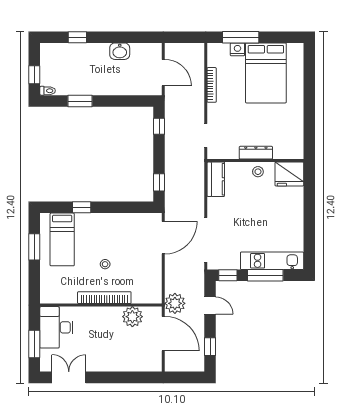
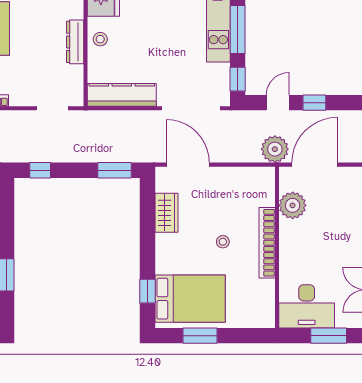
kitchen counter: (216, 179) -> (122, 95), width x1.50
window: (159, 182) -> (114, 170), width x1.50
window: (82, 207) -> (148, 291), moved
wardrobe: (127, 222) -> (166, 213), added
bed: (62, 239) -> (190, 299), width x1.50
window: (210, 347) -> (314, 103), moved

